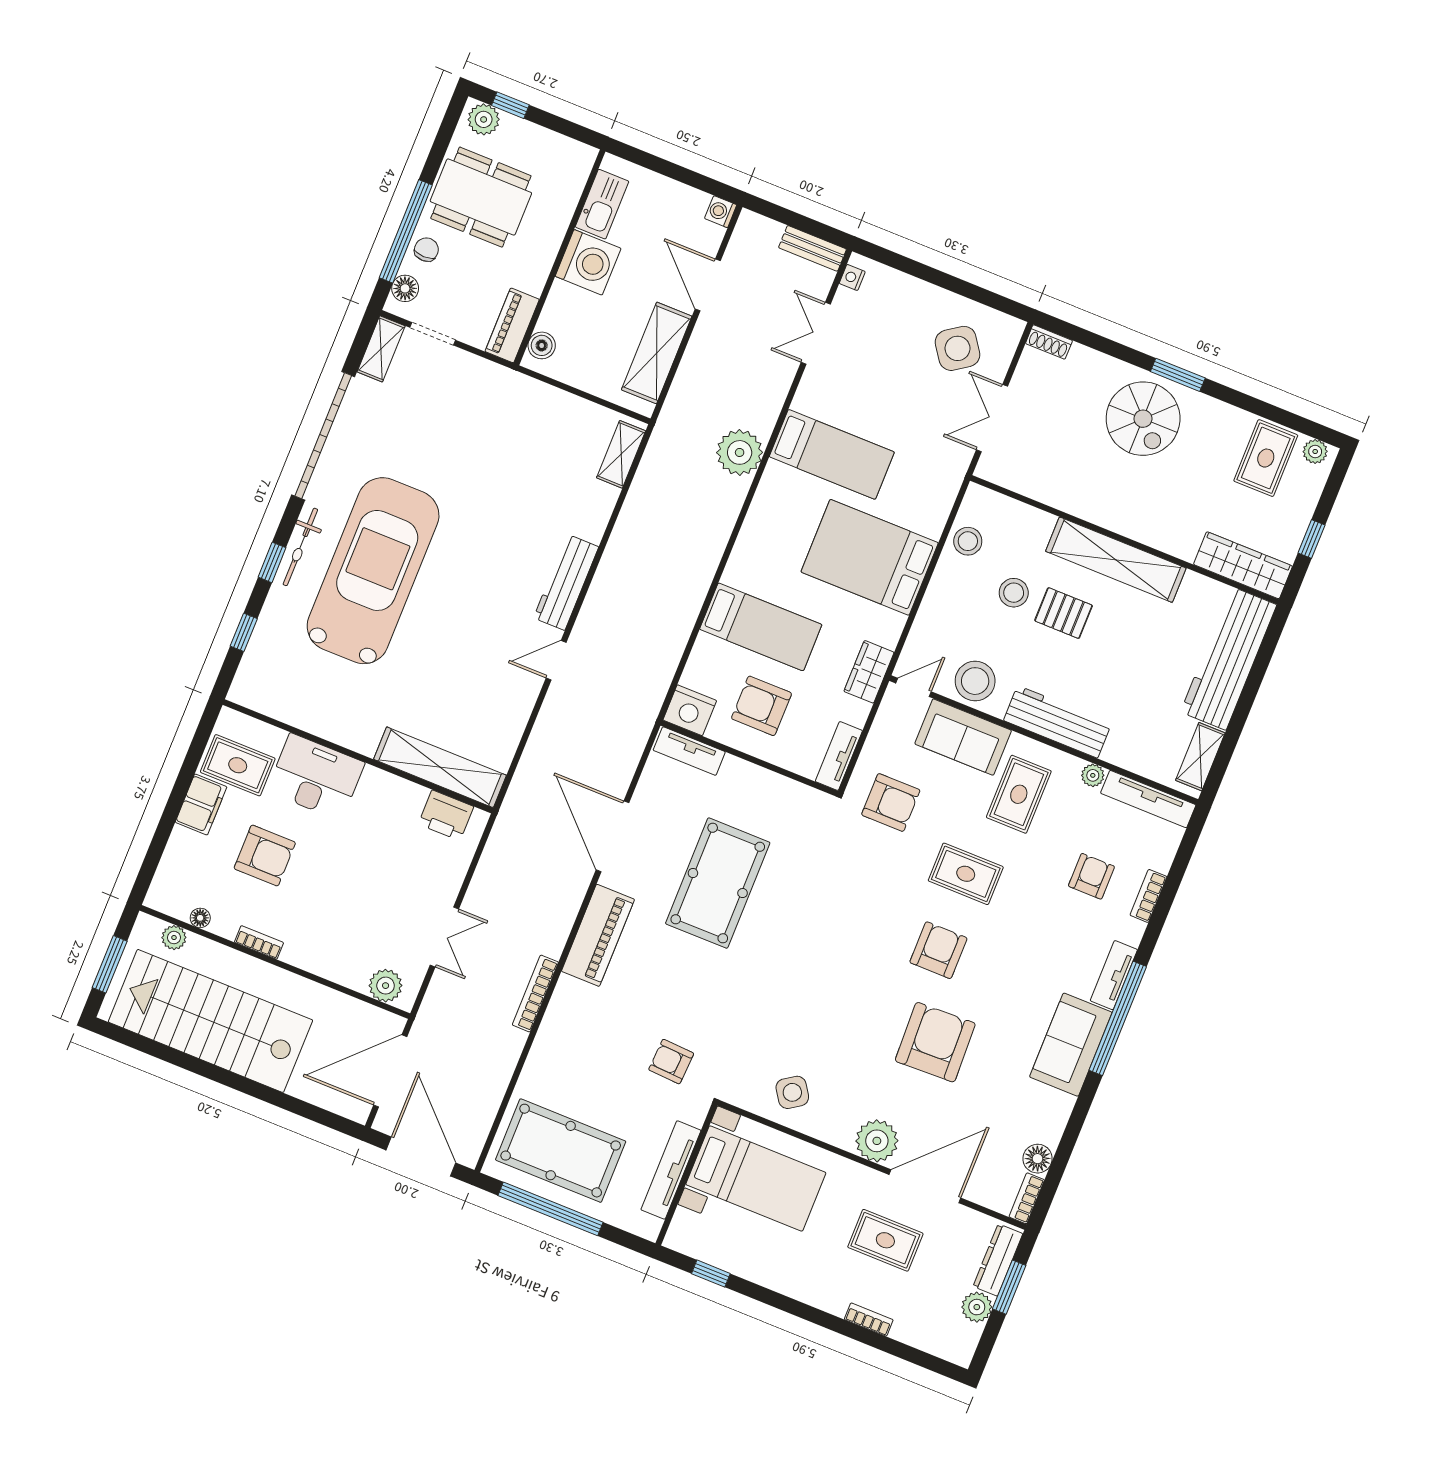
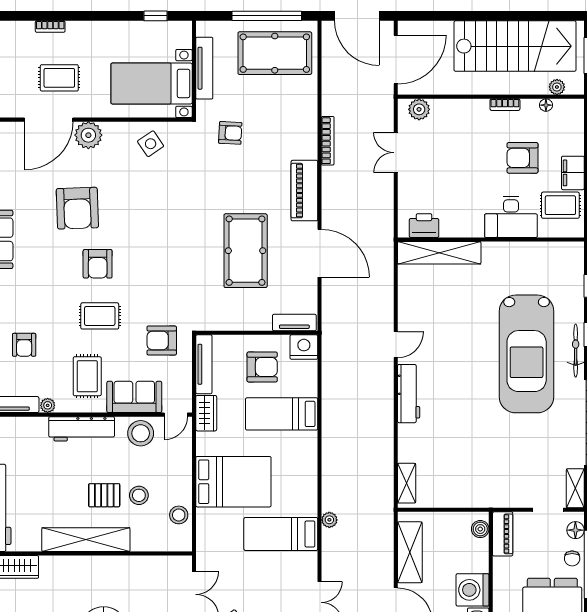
plant: (740, 452) -> (329, 520), width x0.53, depth x0.53
tv unit: (839, 756) -> (204, 364), width x1.41

